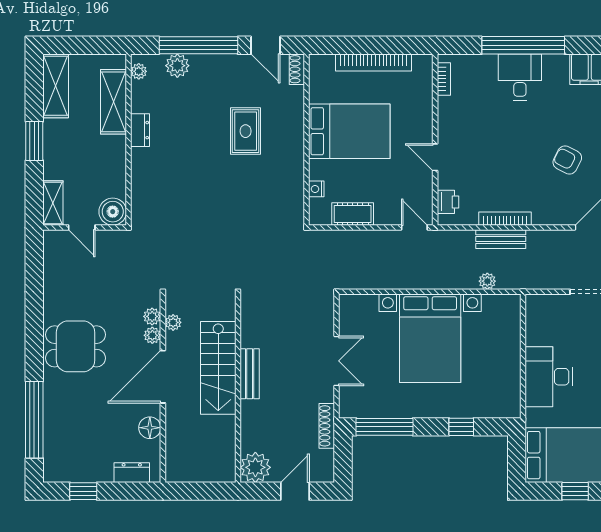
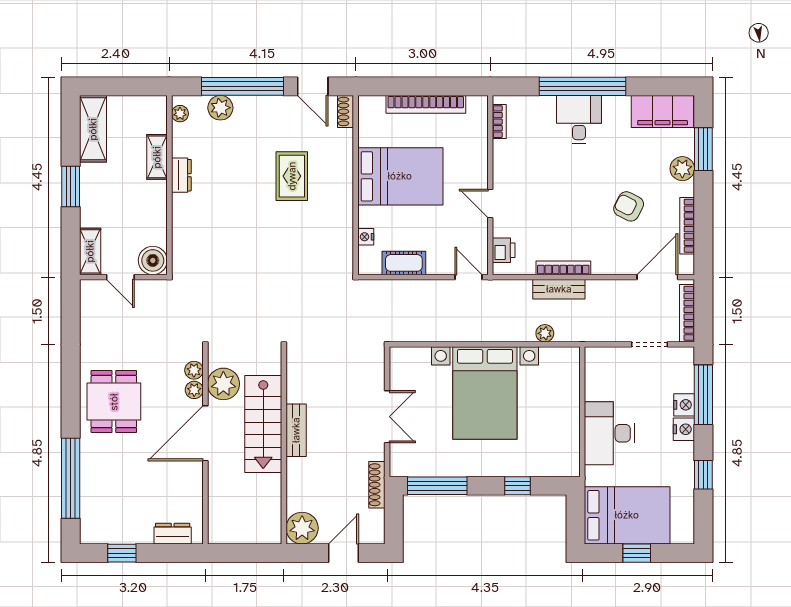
shelving: (113, 102) -> (157, 157), width x0.67, depth x0.75
plant: (173, 322) -> (223, 384), width x1.88, depth x1.88
dining table: (76, 346) -> (114, 402), turned 90
floor lamp: (150, 428) -> (192, 487), removed

